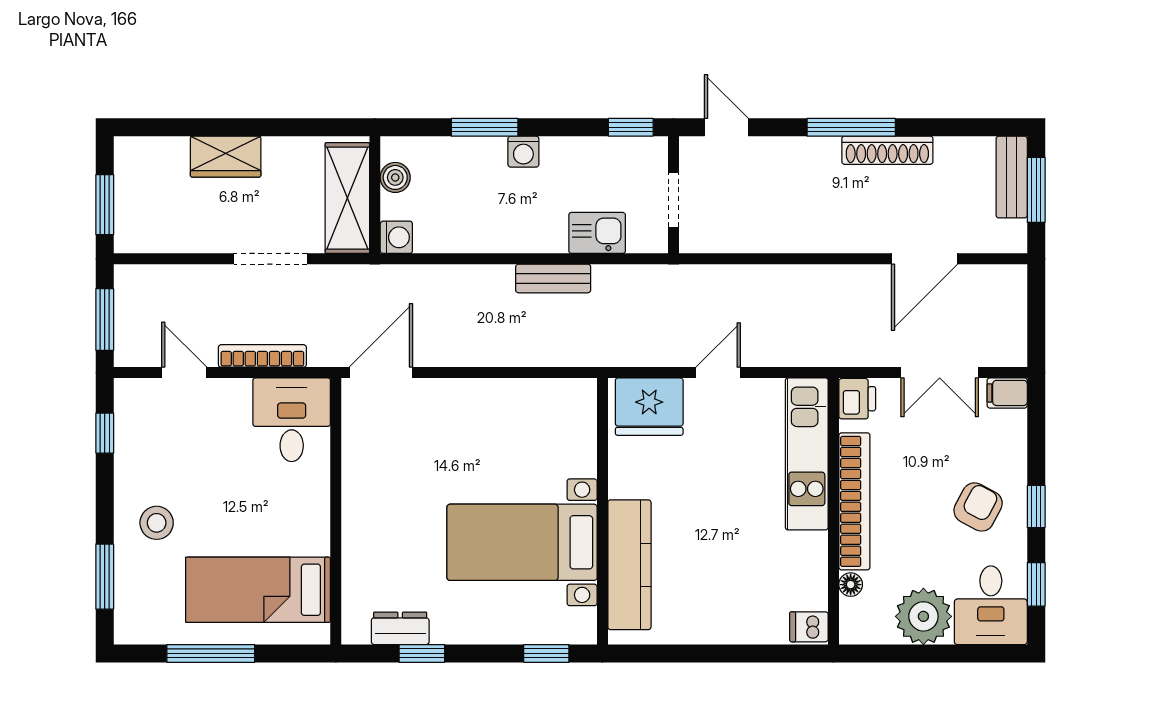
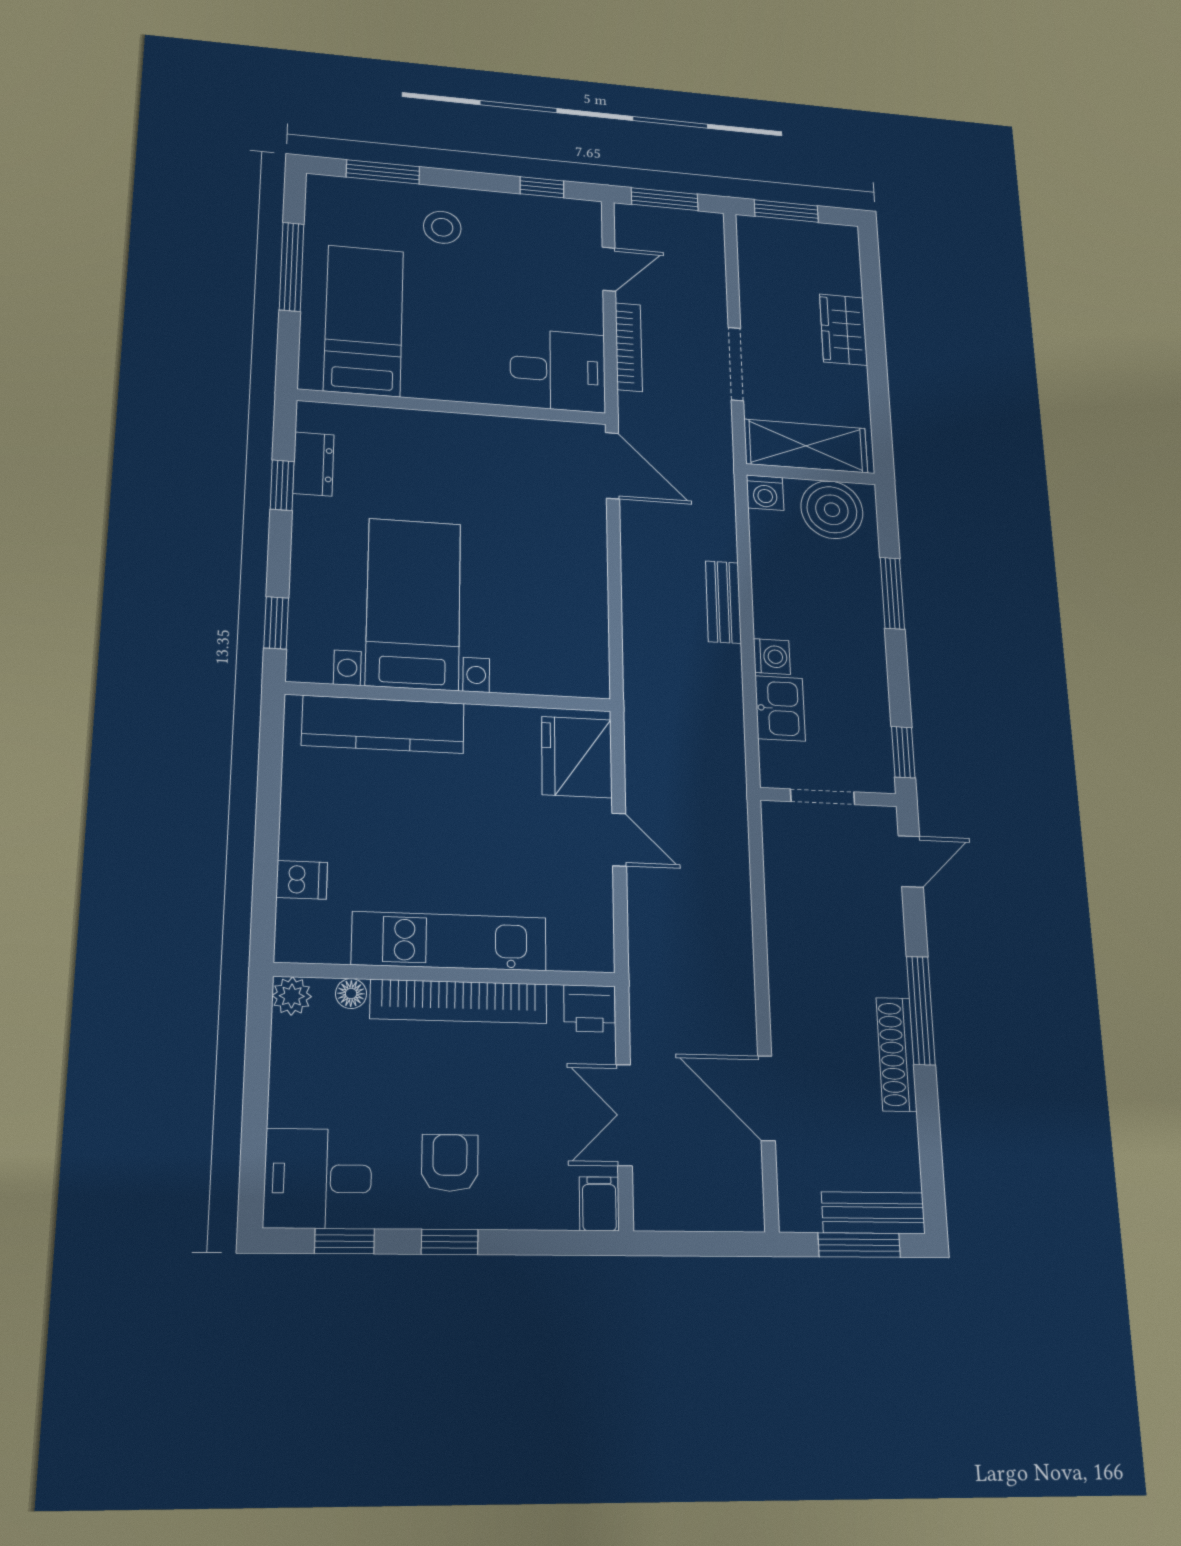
washing machine: (523, 152) -> (772, 657), moved, turned 180
boiler: (395, 177) -> (832, 510), width x1.86, depth x1.86
bench: (553, 278) -> (723, 602), moved
kitchen unit: (807, 454) -> (449, 941), moved
armchair: (978, 507) -> (450, 1163), turned -118
plant: (923, 616) -> (292, 996), moved, width x0.53, depth x0.53
dishwasher: (809, 627) -> (302, 880), moved, turned 90

